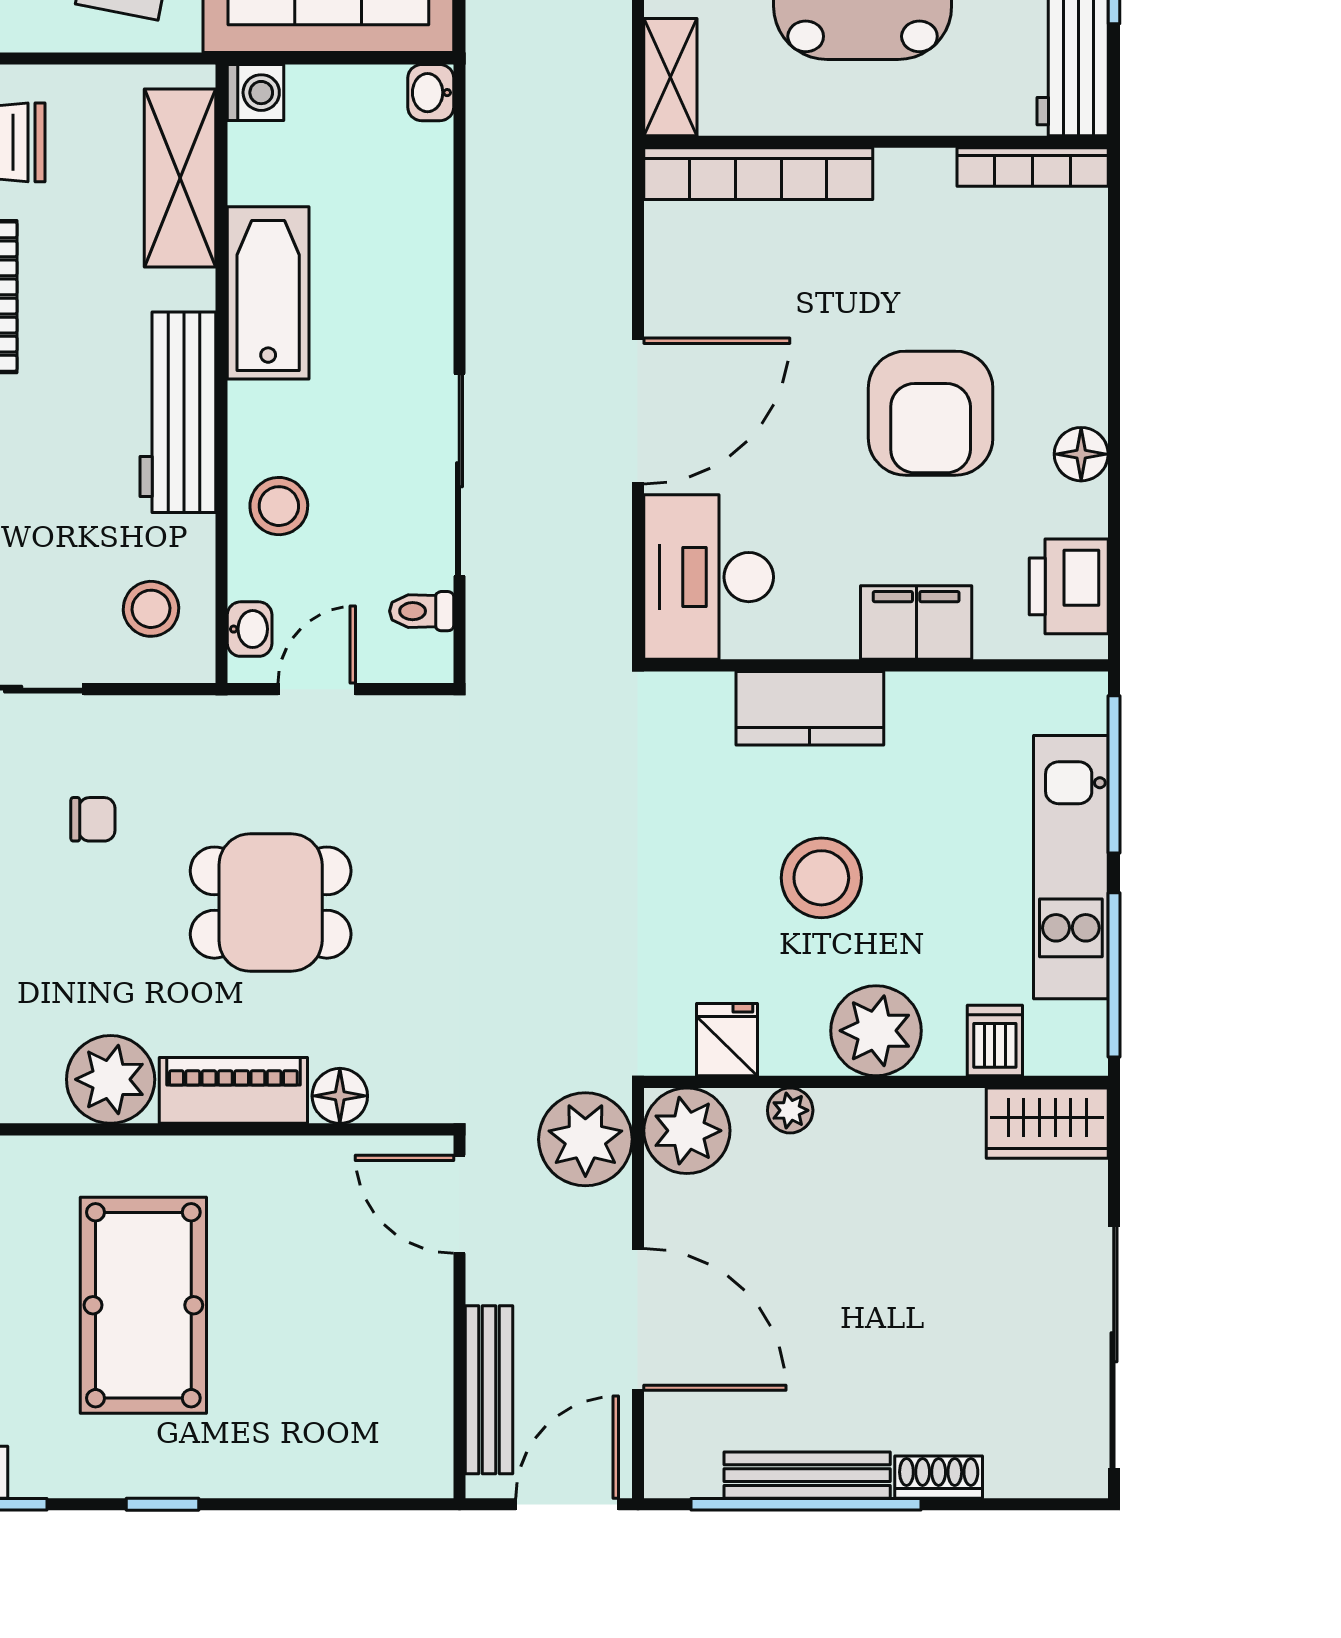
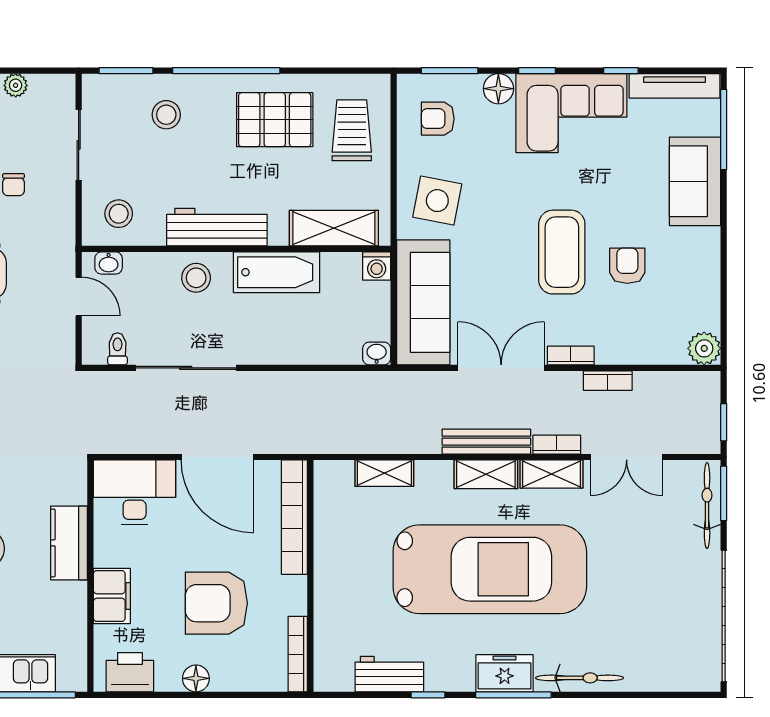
wall: (876, 142) -> (310, 576), moved
bookcase: (1033, 167) -> (298, 654), moved
bookcase: (758, 174) -> (294, 517), moved
stool: (279, 506) -> (196, 278), moved

